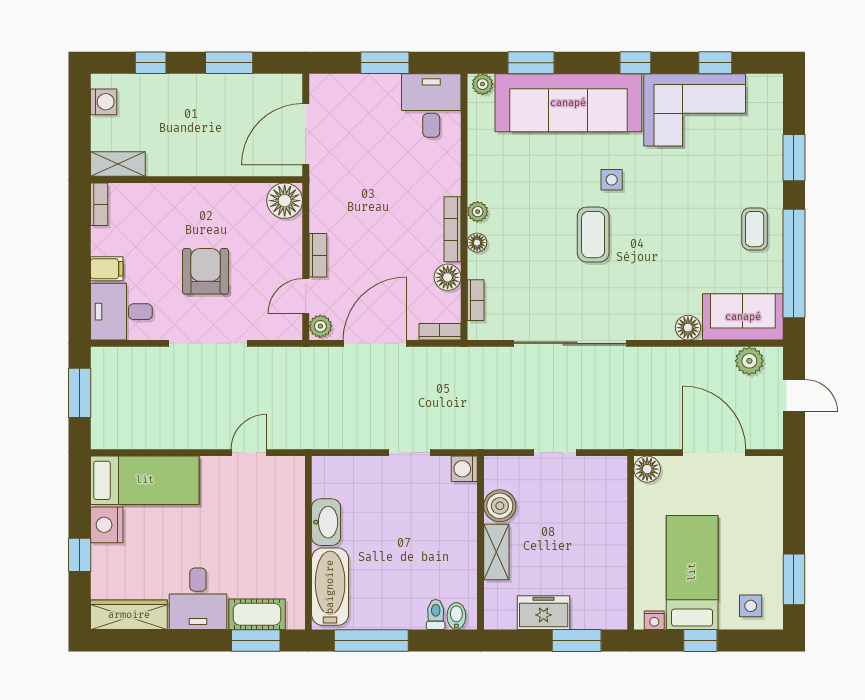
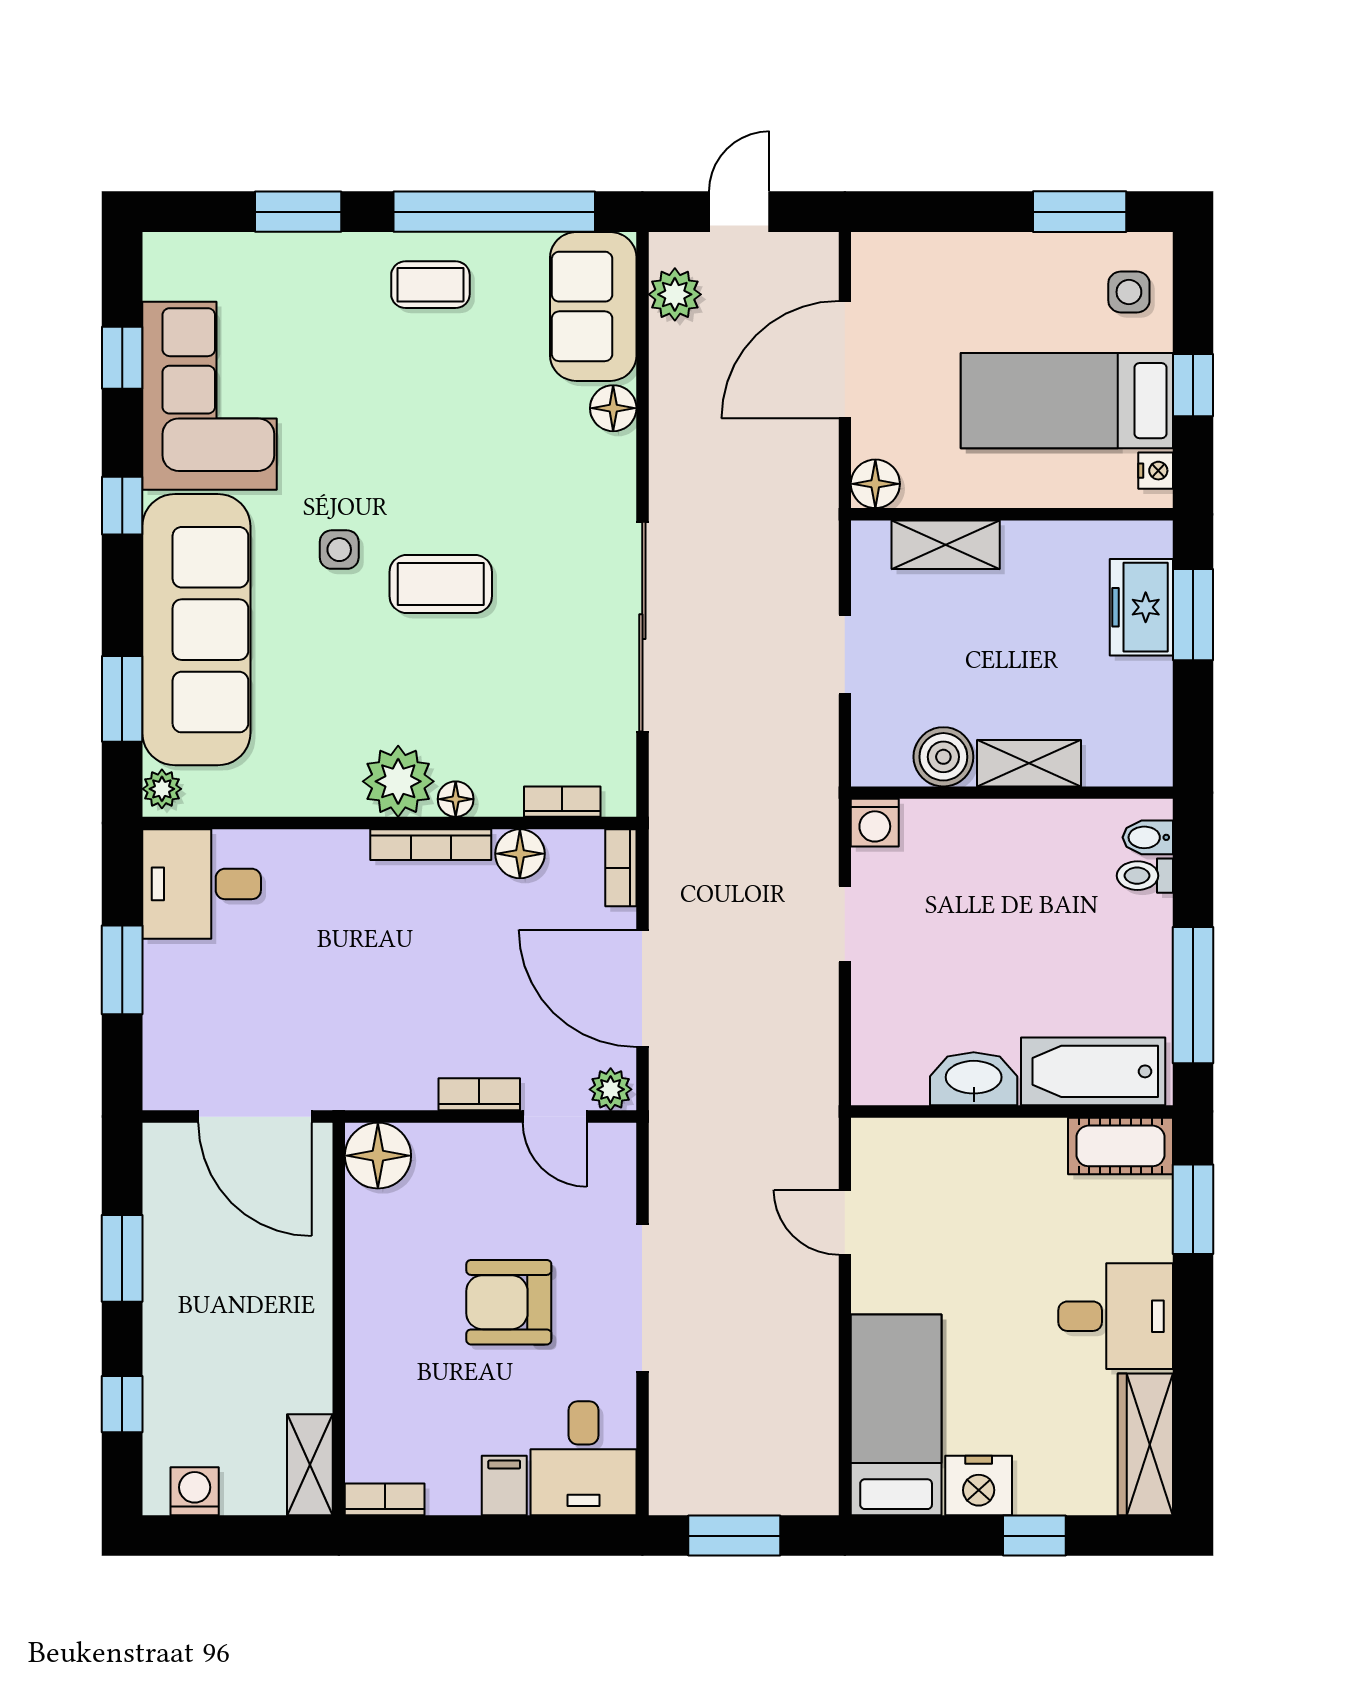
plant: (478, 212) -> (398, 781), width x1.88, depth x1.88
shelving: (614, 507) -> (946, 545), added
freezer: (544, 613) -> (1141, 607), moved
cot: (257, 614) -> (1120, 1146), moved, turned 90

